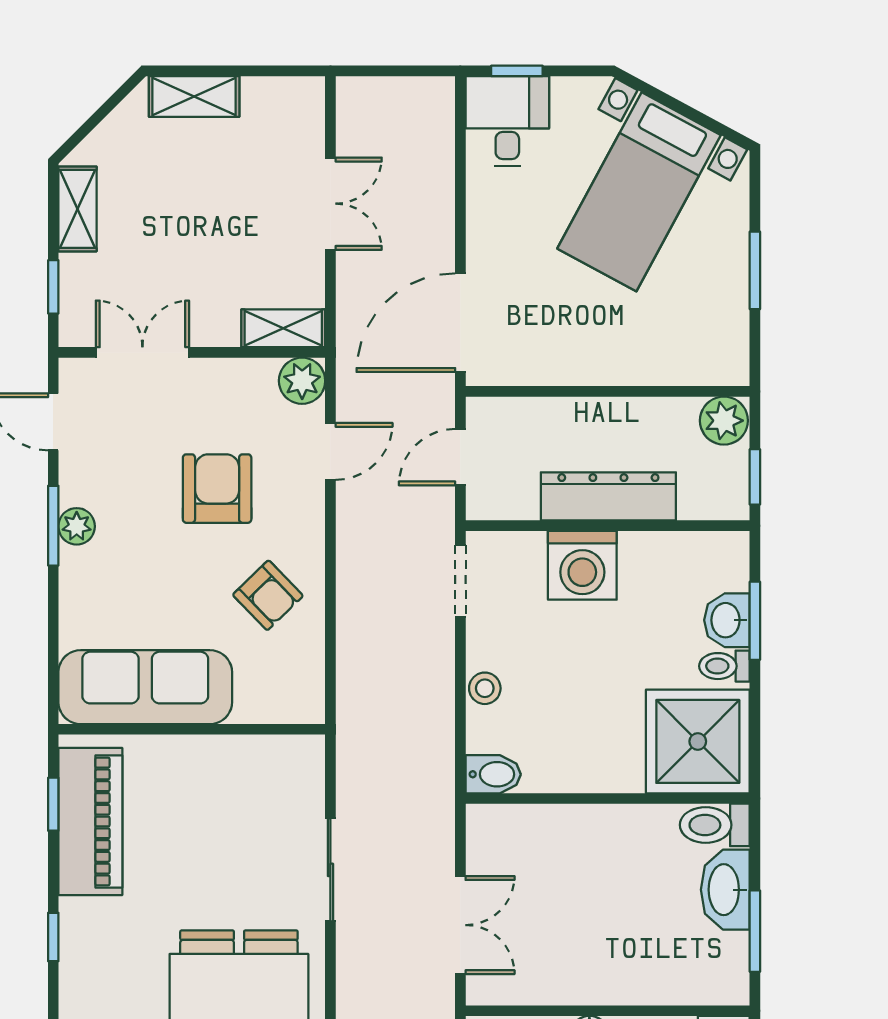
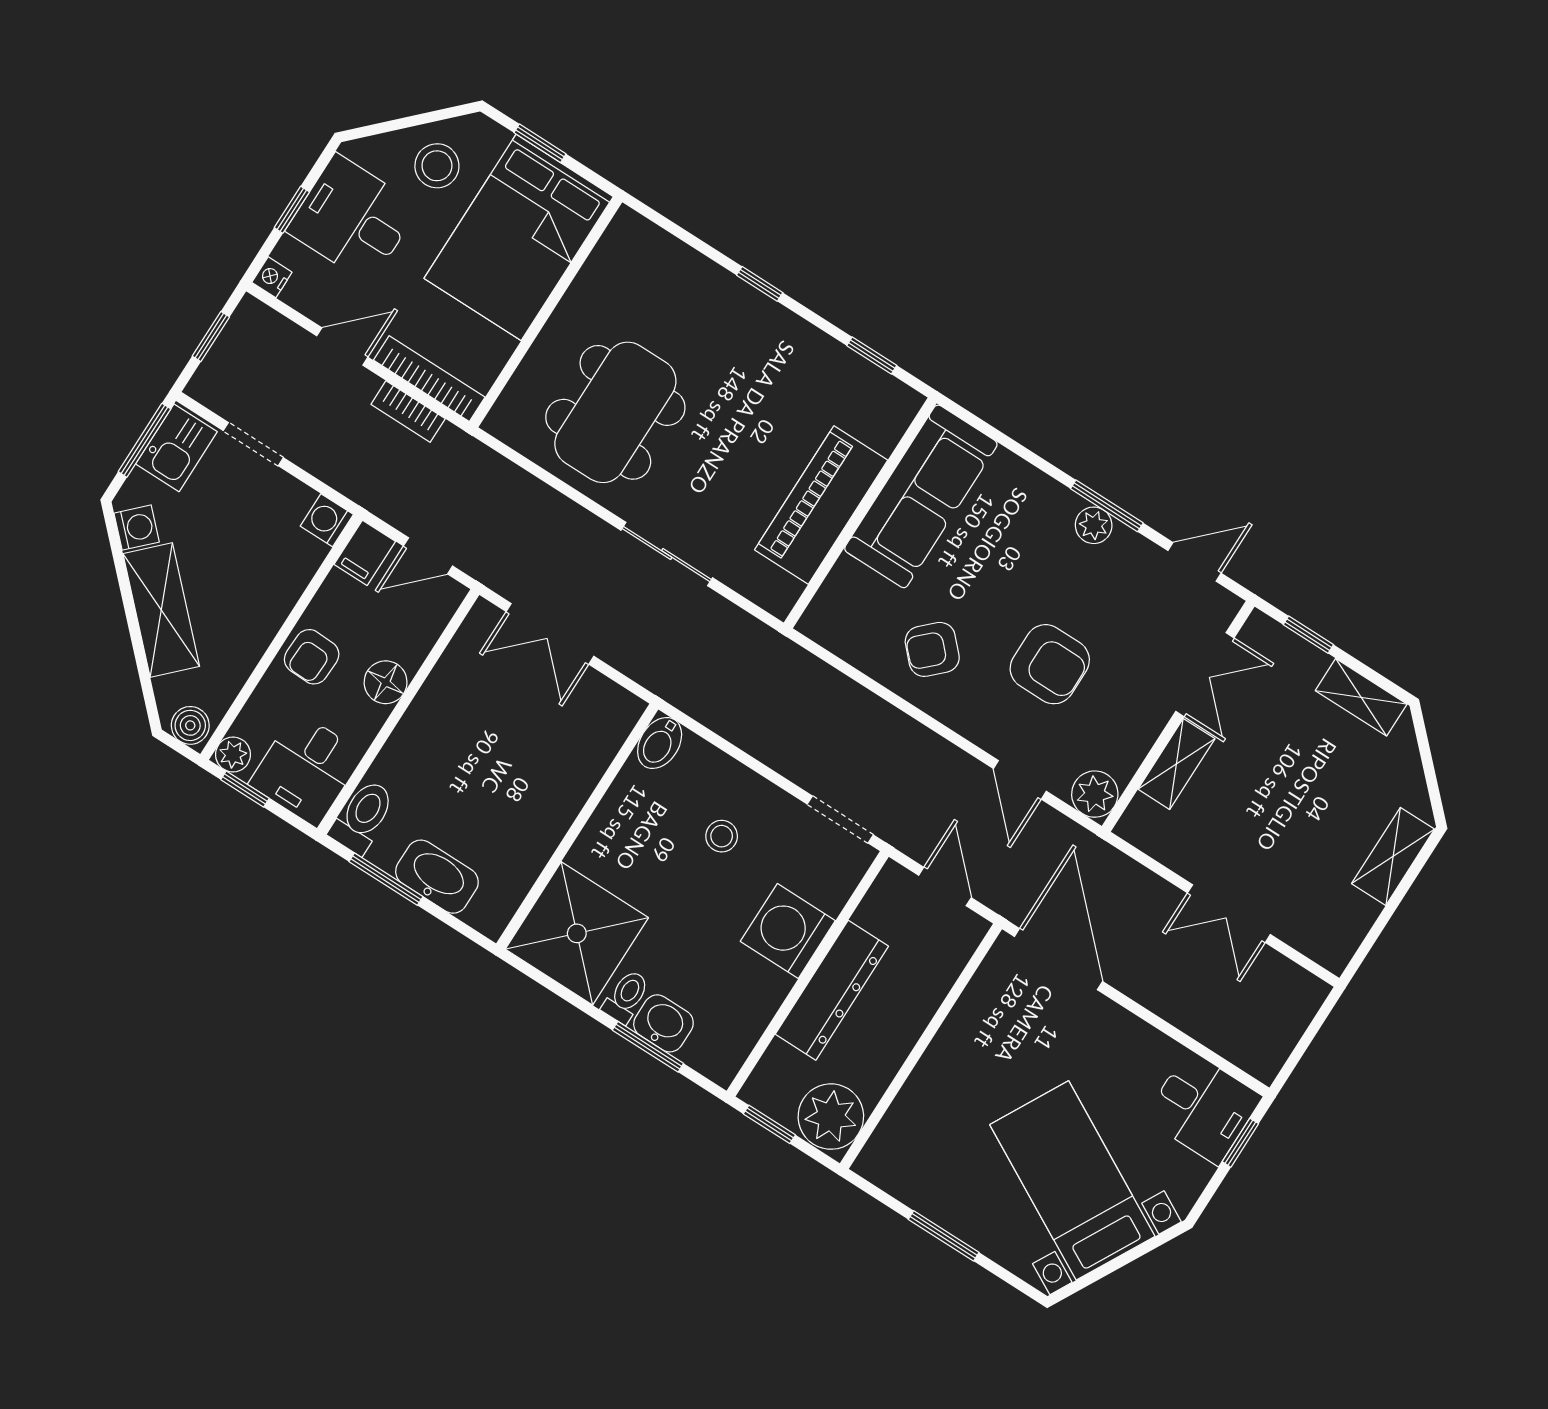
shelving: (283, 328) -> (1176, 764), moved
plant: (724, 421) -> (831, 1117), width x1.36, depth x1.36
stool: (485, 688) -> (722, 836), moved
piano: (90, 822) -> (821, 505), moved, turned 90
toilet: (715, 825) -> (363, 817), moved

